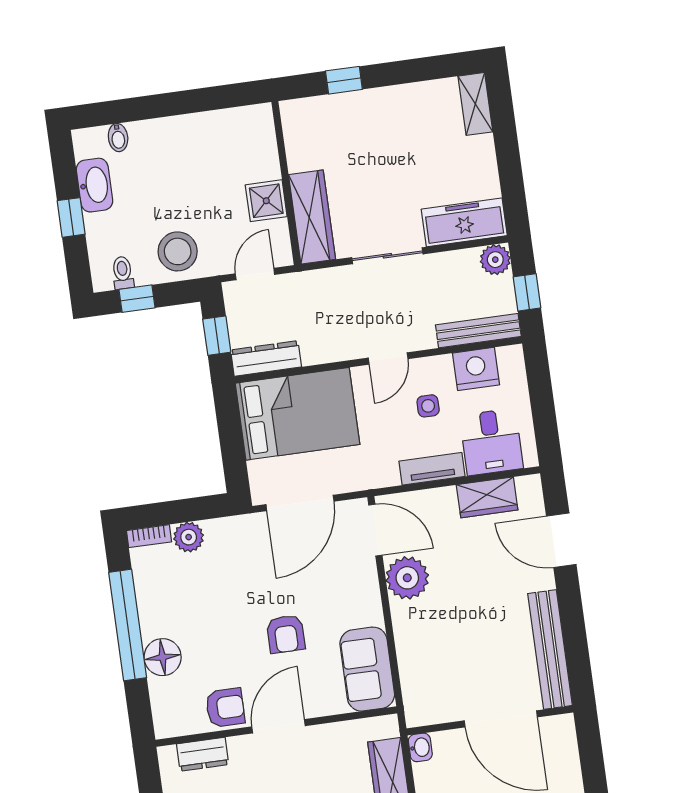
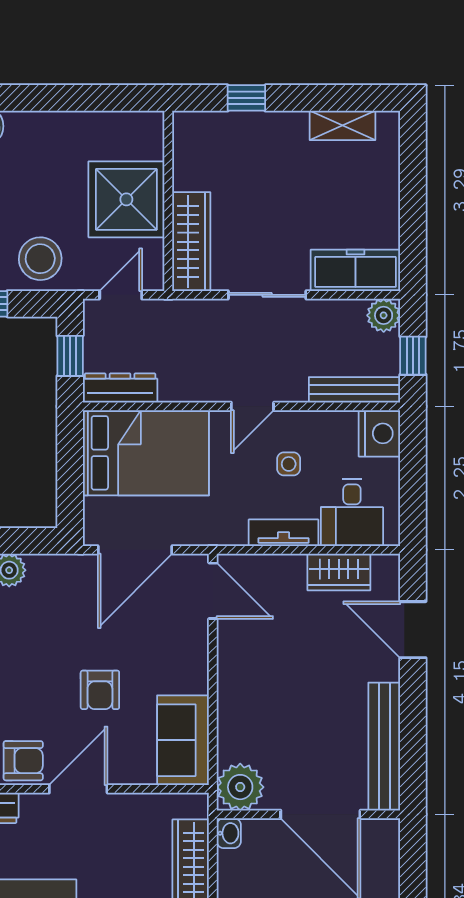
shelving: (475, 104) -> (342, 125), moved, turned 90
shower: (266, 201) -> (126, 199), width x1.86, depth x1.86
nightstand: (476, 369) -> (379, 433), moved, turned 90
plant: (407, 578) -> (240, 787), moved

